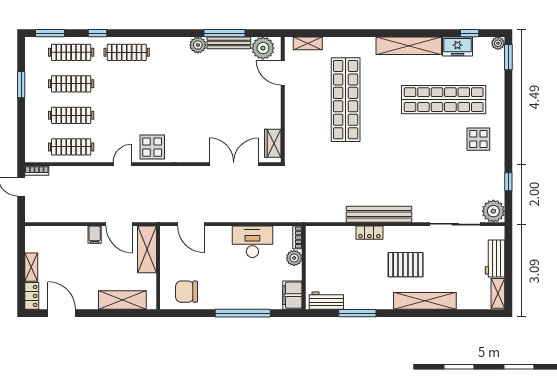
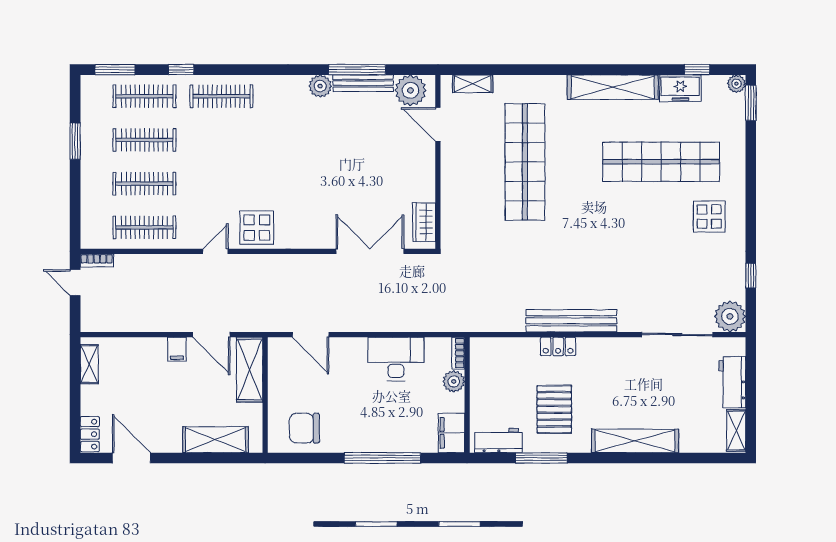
pallet: (406, 265) -> (554, 409), moved, turned 90
shelving: (31, 267) -> (89, 364), moved

